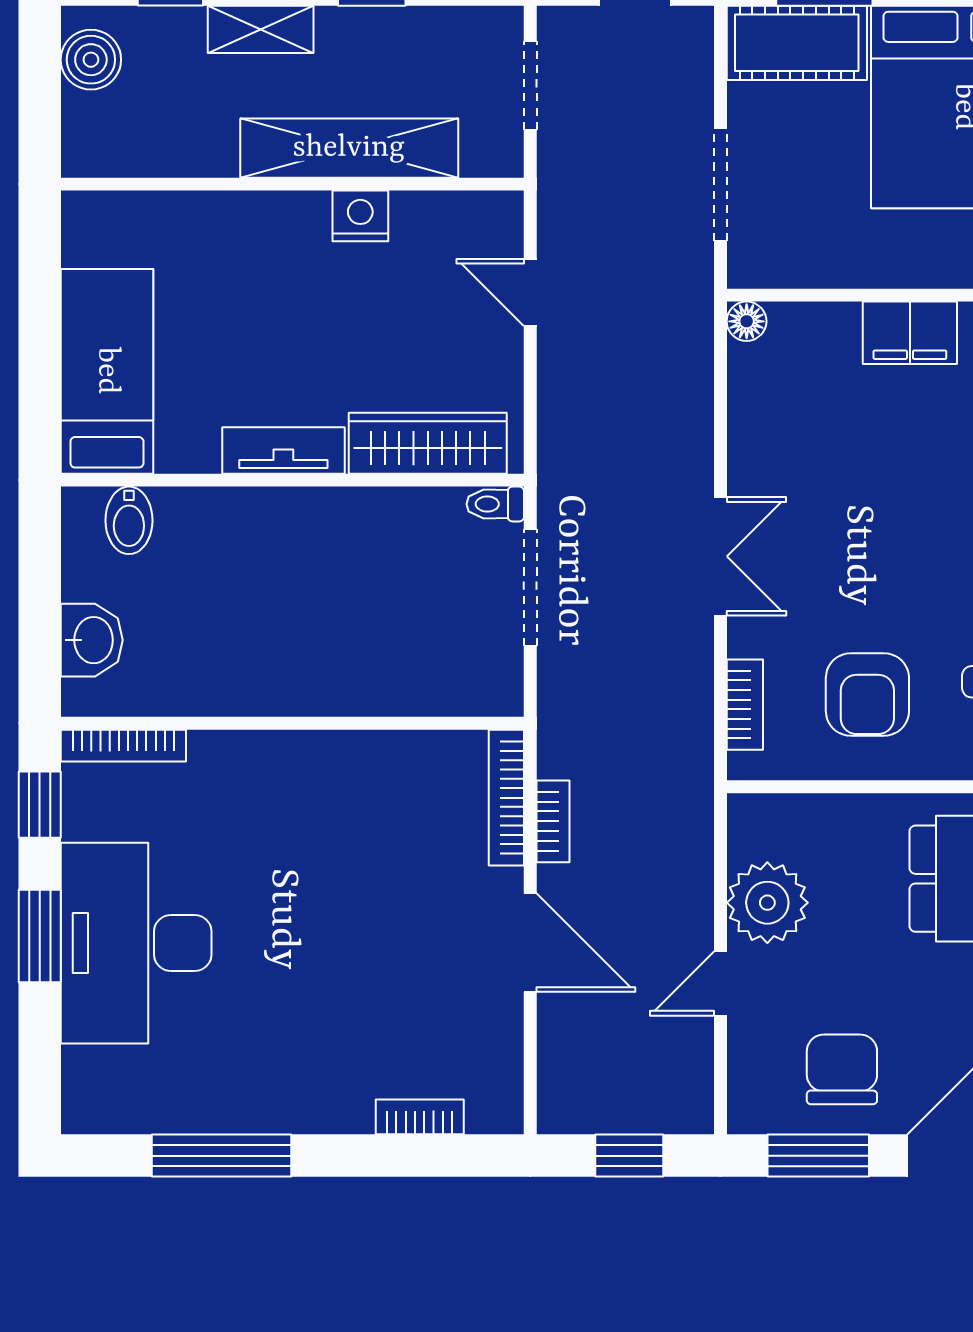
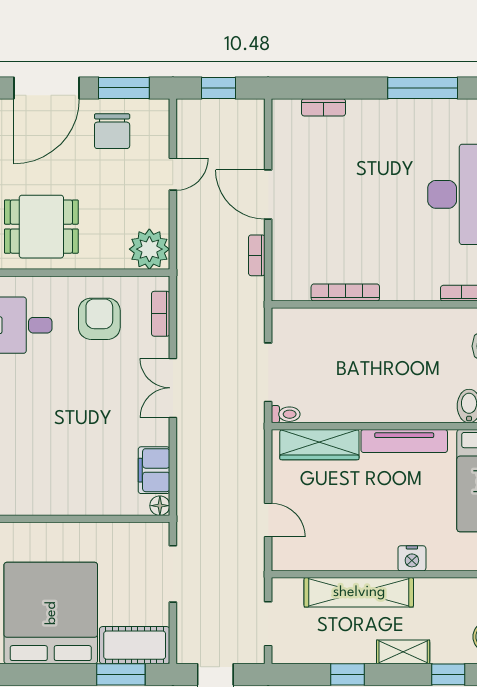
nightstand: (360, 216) -> (412, 558), moved
filing cabinet: (910, 333) -> (154, 470), moved, turned -90
tv unit: (283, 450) -> (404, 441), width x1.41
bookcase: (506, 798) -> (345, 293), moved, turned -90
plant: (767, 903) -> (149, 249), moved

